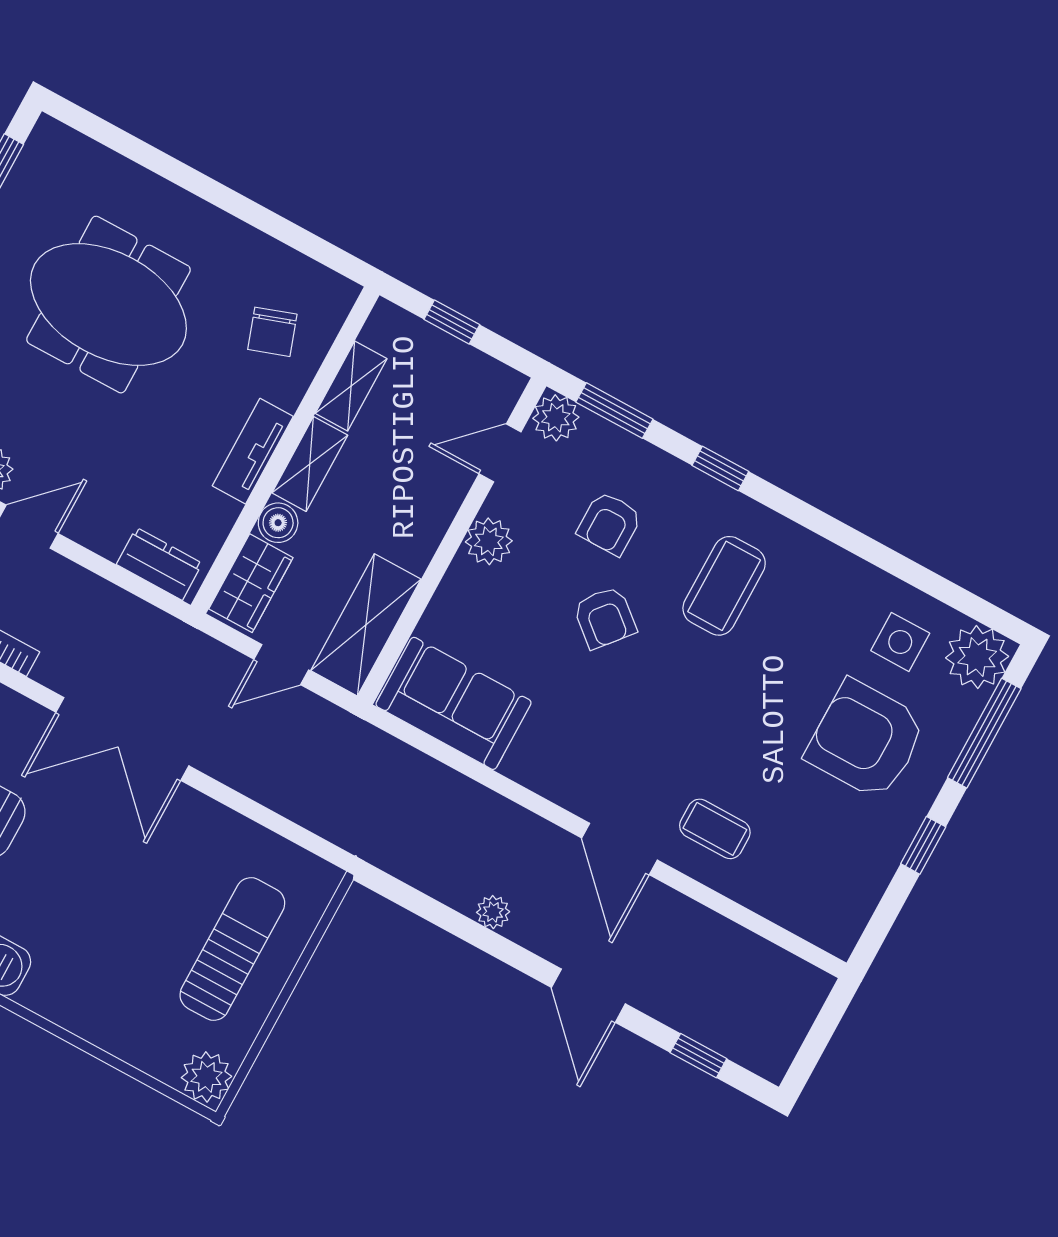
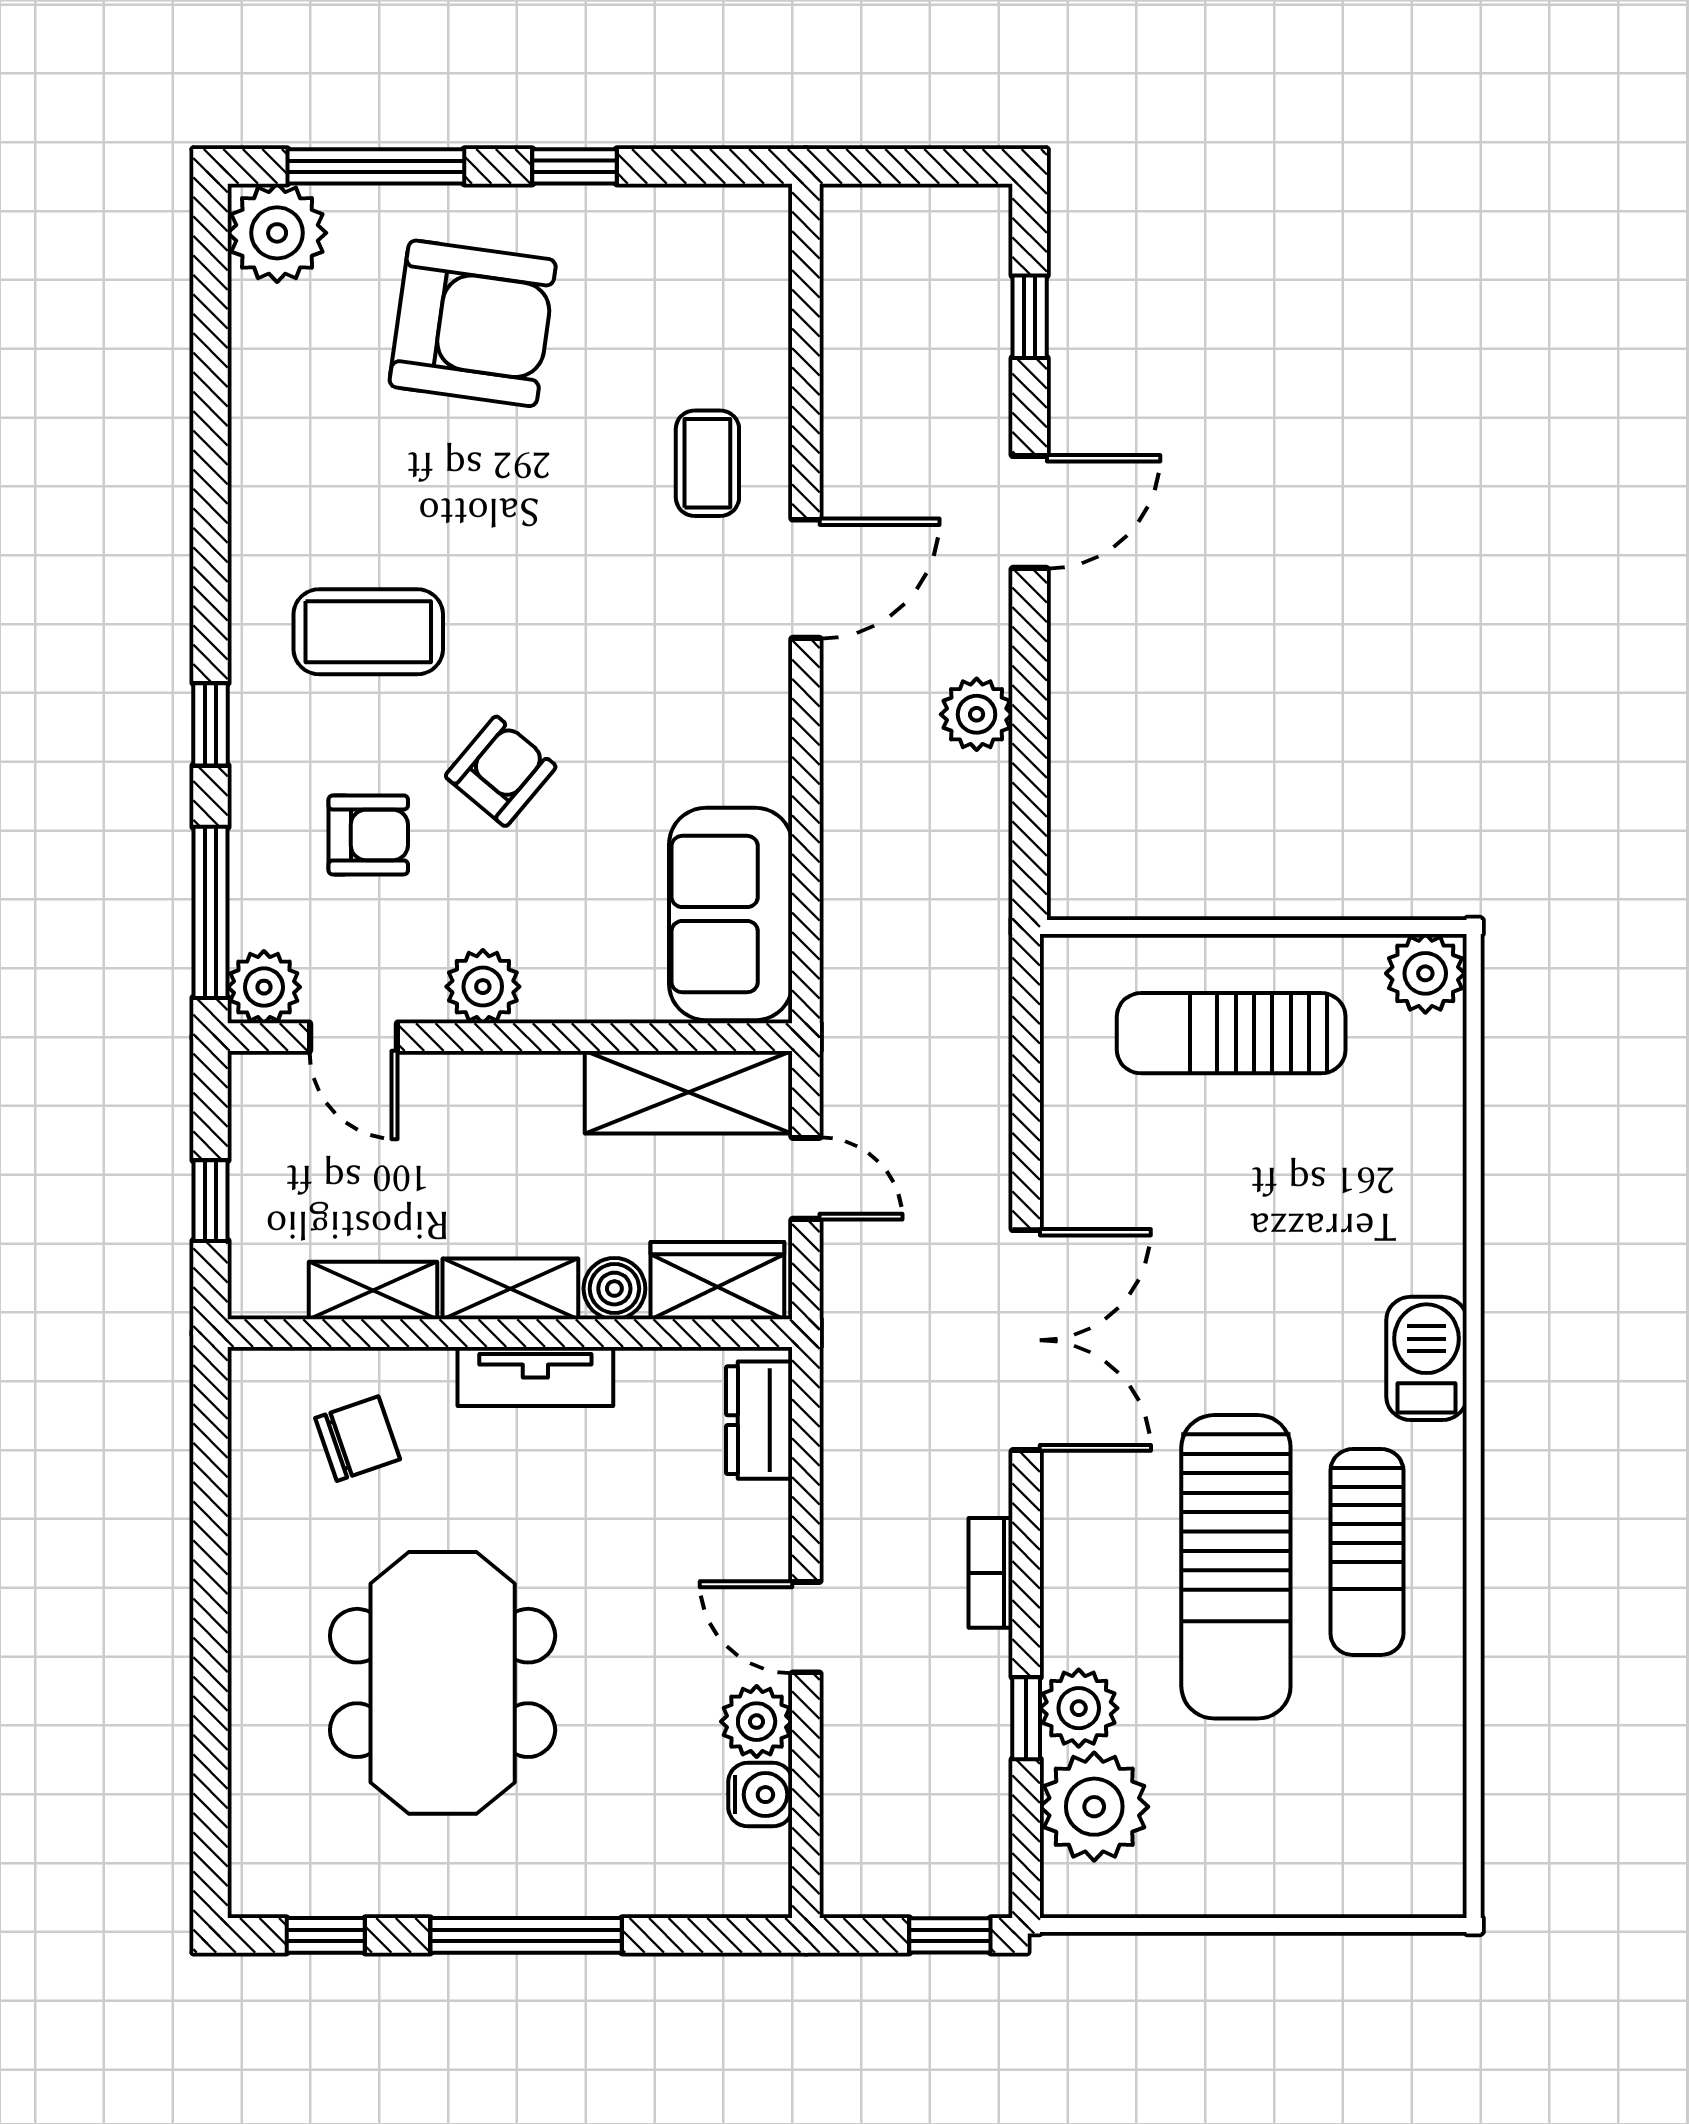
window: (614, 411) -> (211, 912), width x1.44
side table: (900, 642) -> (314, 349), removed
armchair: (866, 740) -> (473, 323), turned -82
plant: (493, 912) -> (977, 714), width x1.38, depth x1.38

